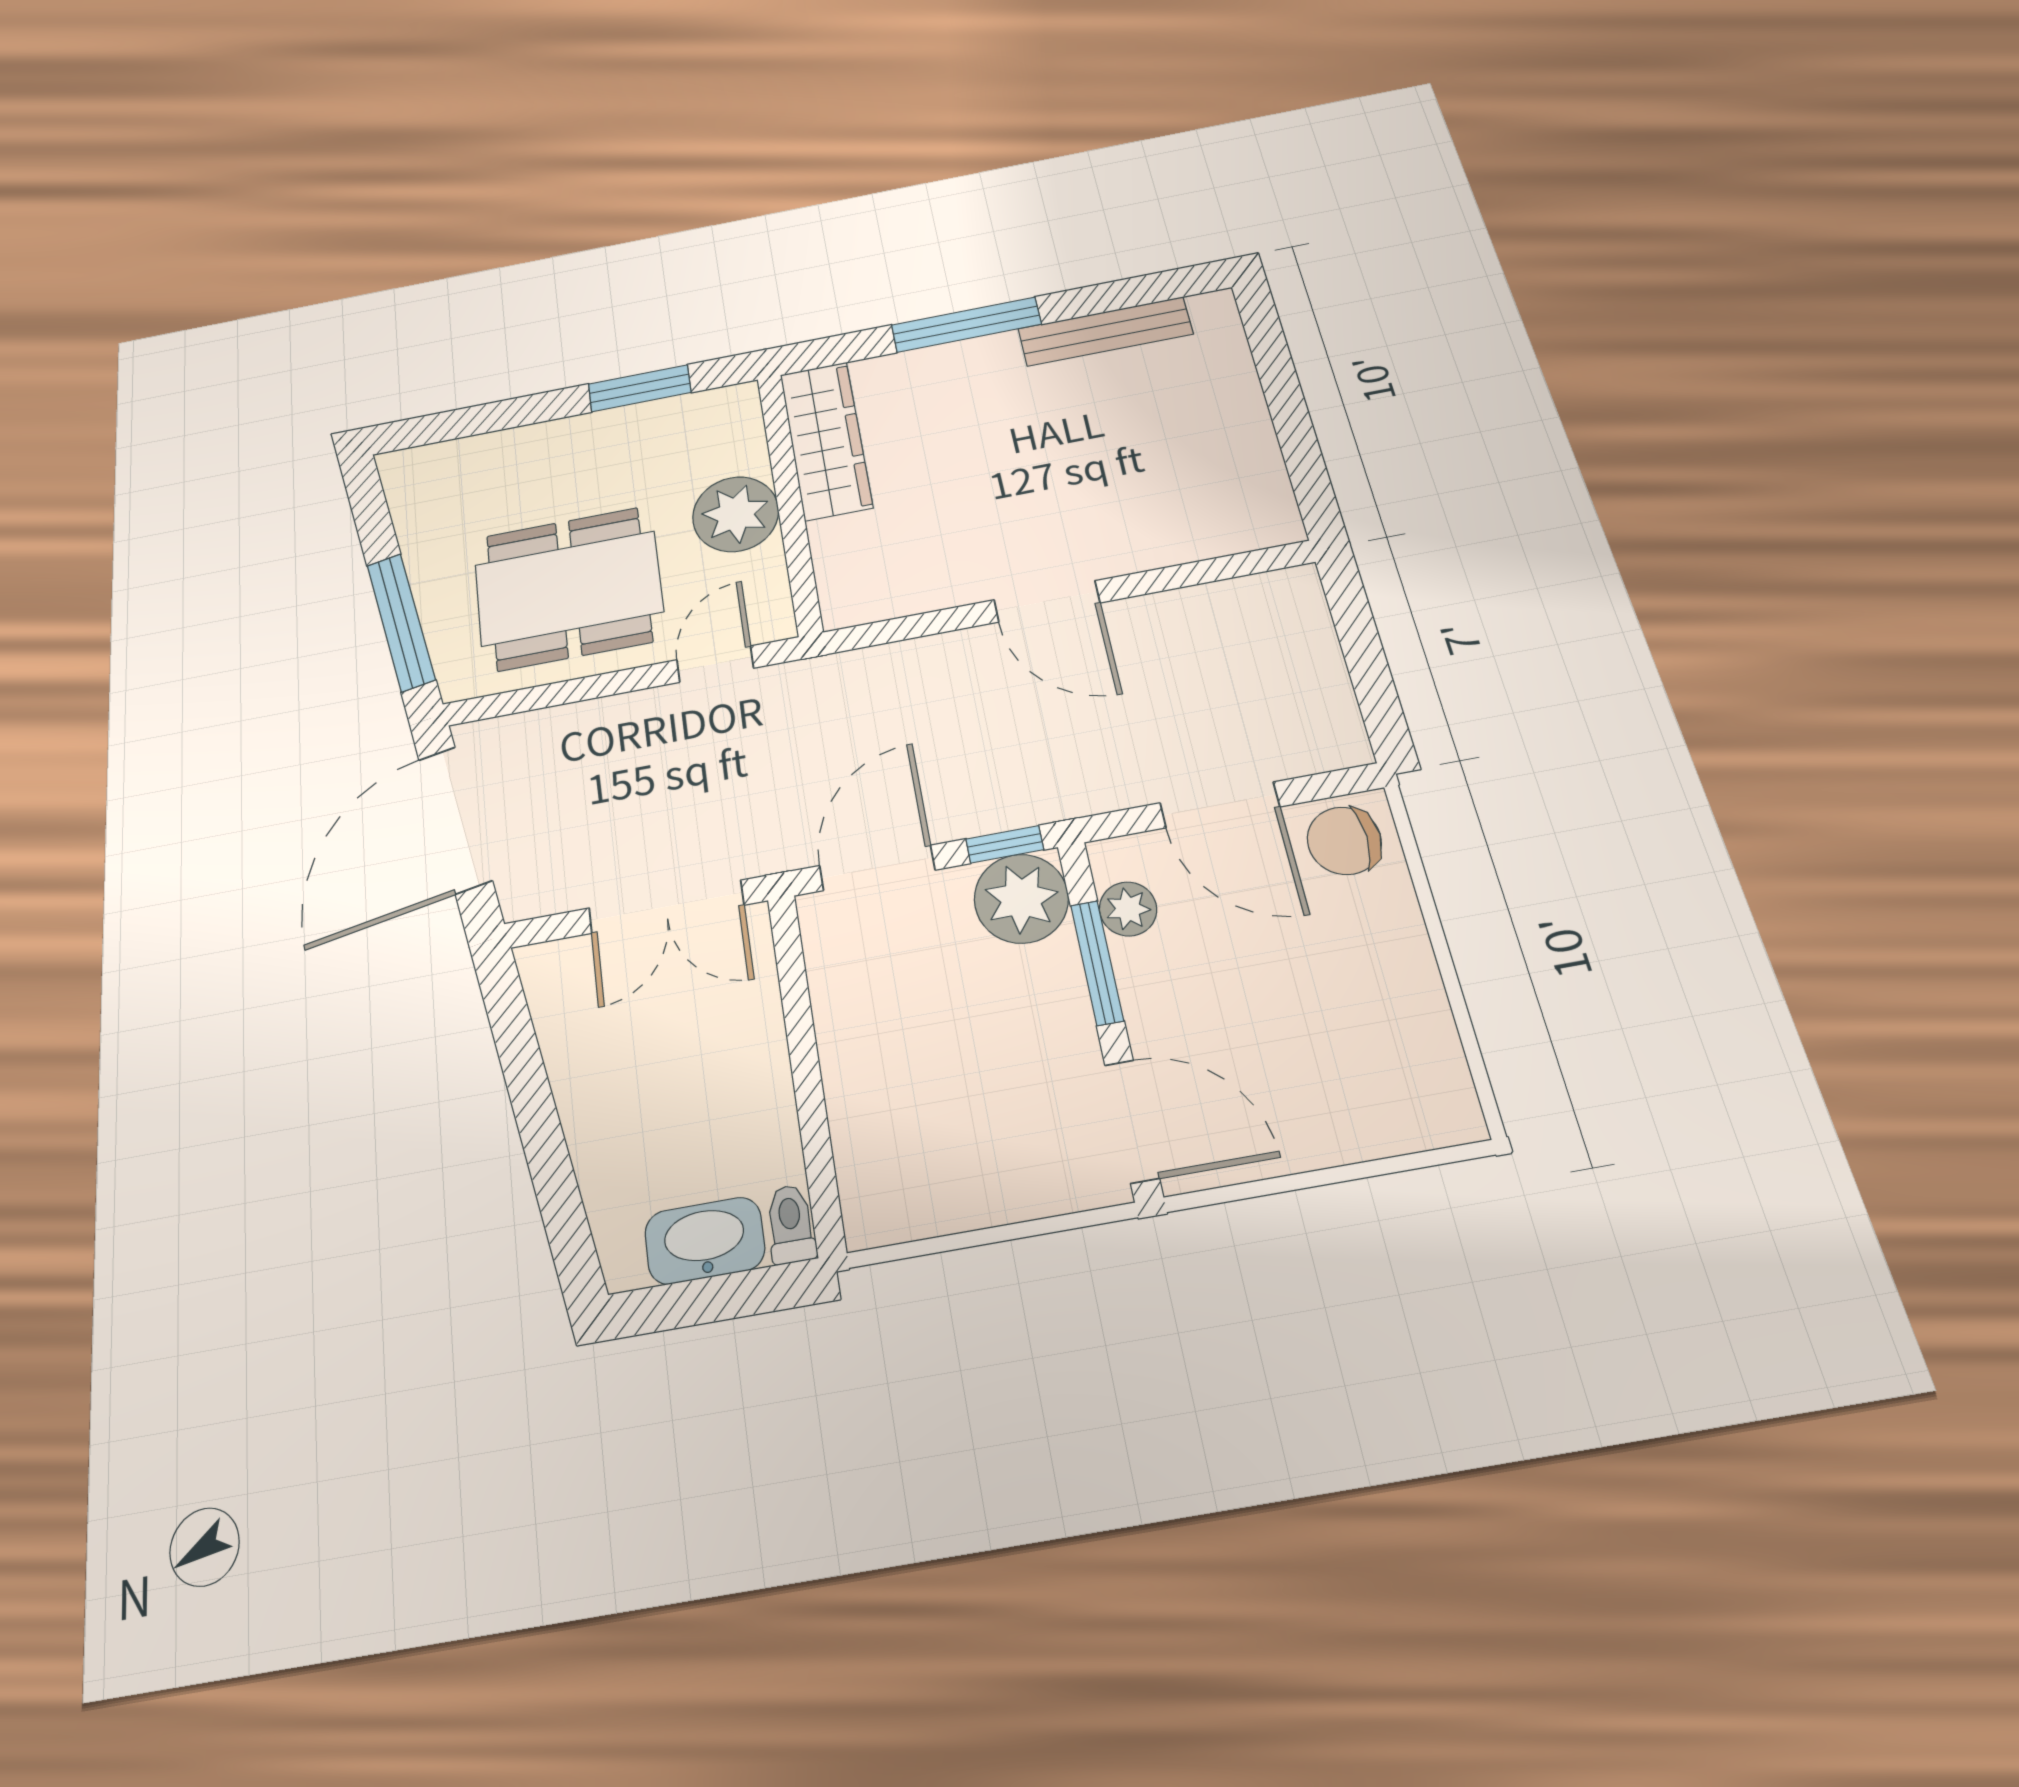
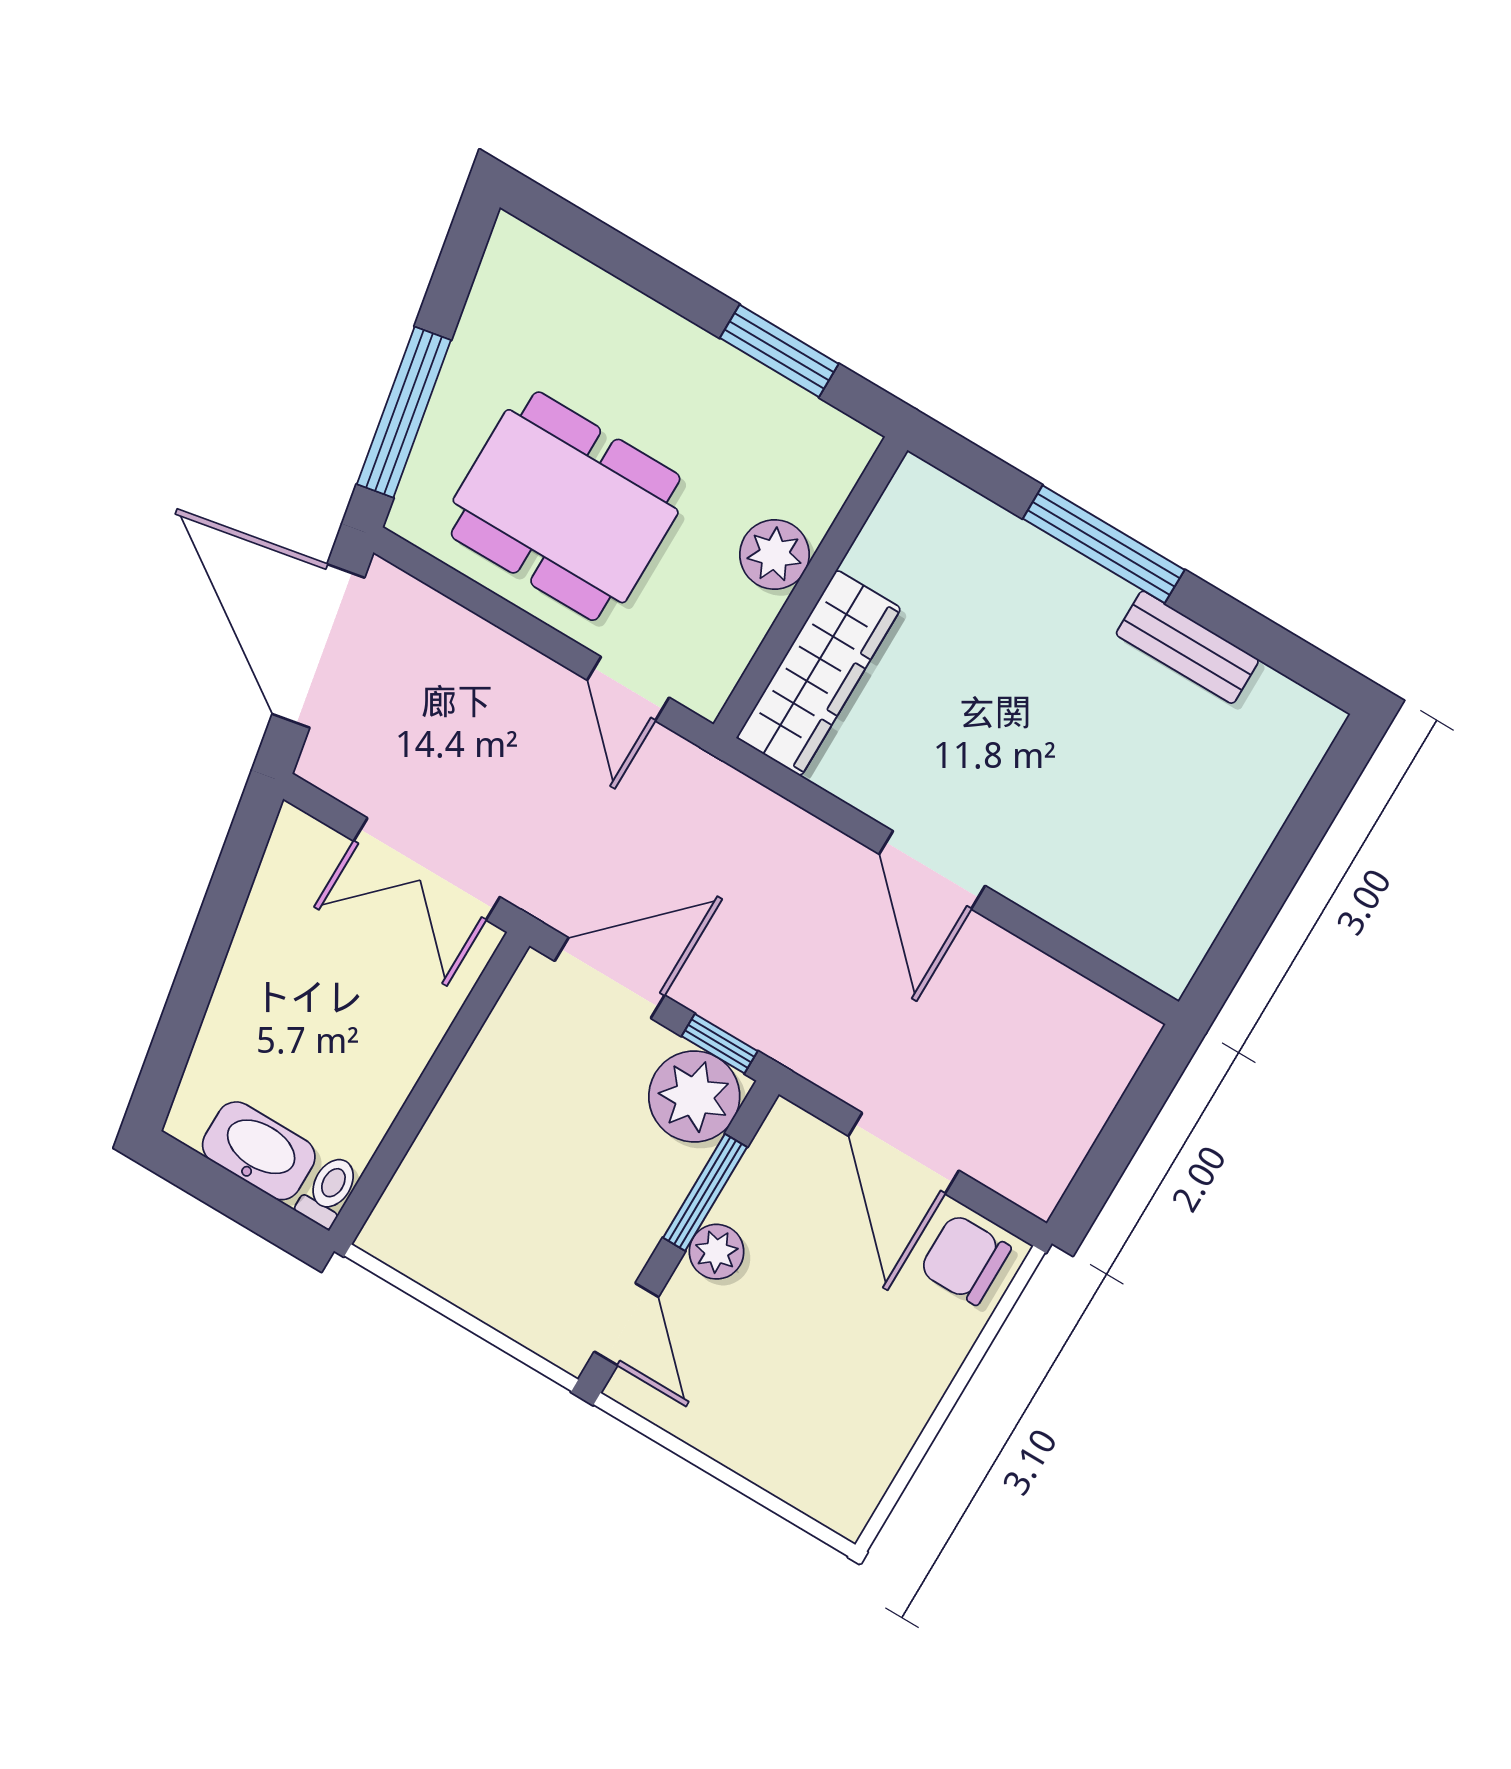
bench: (1105, 331) -> (1187, 647), width x0.73
wardrobe: (826, 440) -> (819, 673), moved
plant: (736, 514) -> (775, 555), width x0.73, depth x0.73
door: (715, 664) -> (628, 689), swing flipped
door: (455, 819) -> (318, 646), hinge flipped
plant: (1128, 909) -> (717, 1252), moved
door: (1132, 1121) -> (626, 1324), width x0.73

